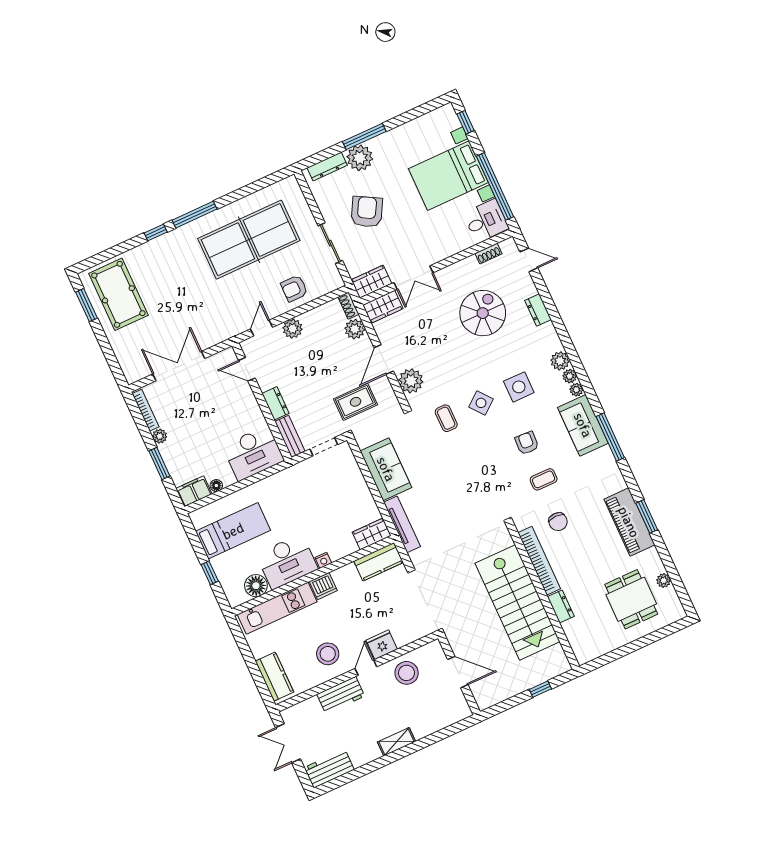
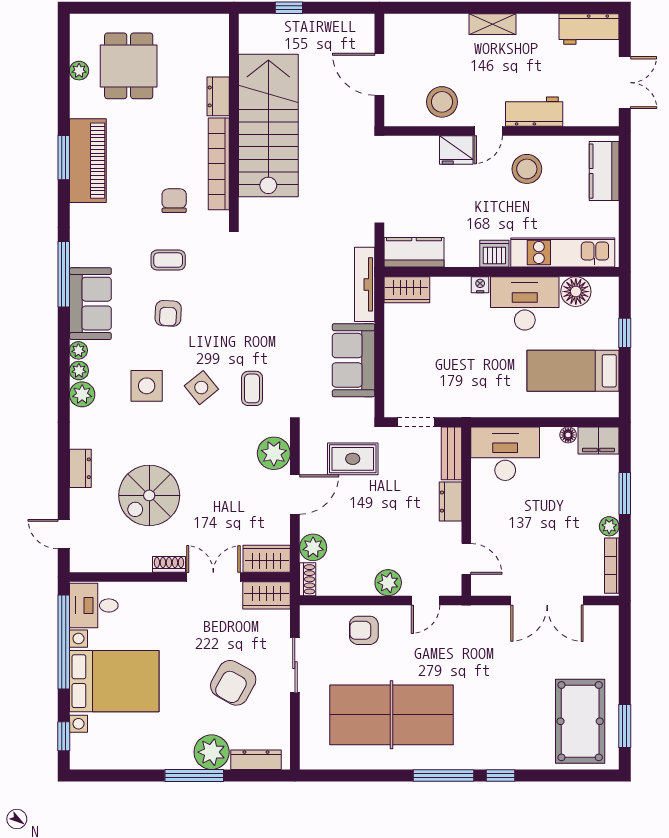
shoe rack: (488, 254) -> (169, 564), moved
armchair: (294, 288) -> (364, 630), turned 180

